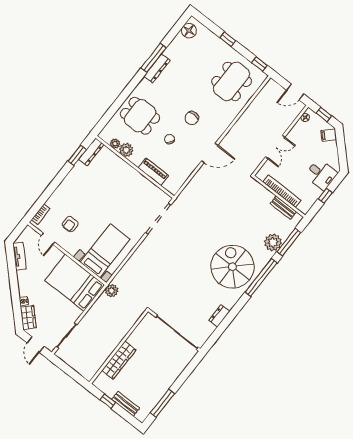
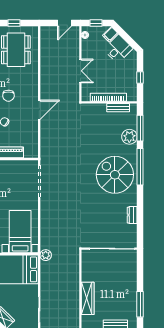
window: (259, 64) -> (14, 23), moved
desk: (321, 174) -> (118, 49), moved, turned -45

